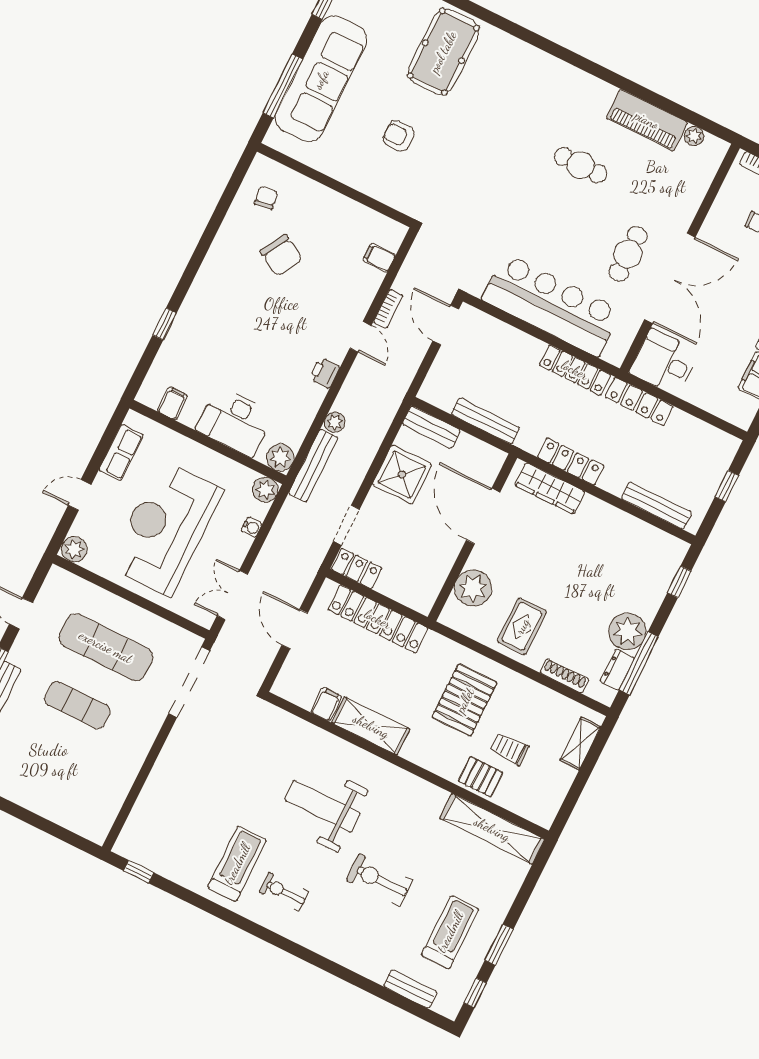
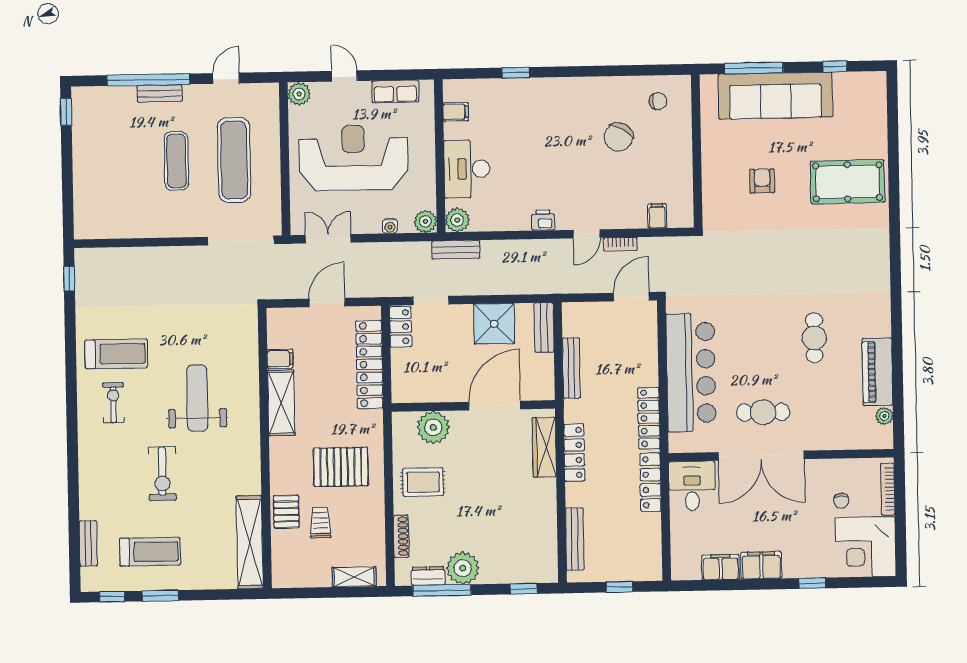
plant: (335, 422) -> (508, 249), removed
bench: (313, 466) -> (456, 250), width x0.73
exercise bike: (379, 880) -> (162, 474), turned 180

